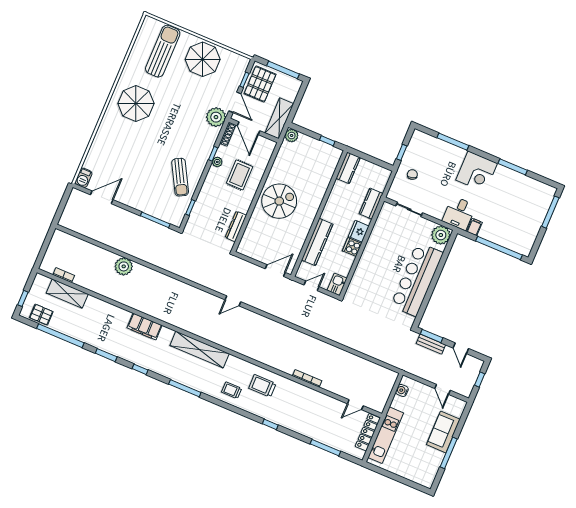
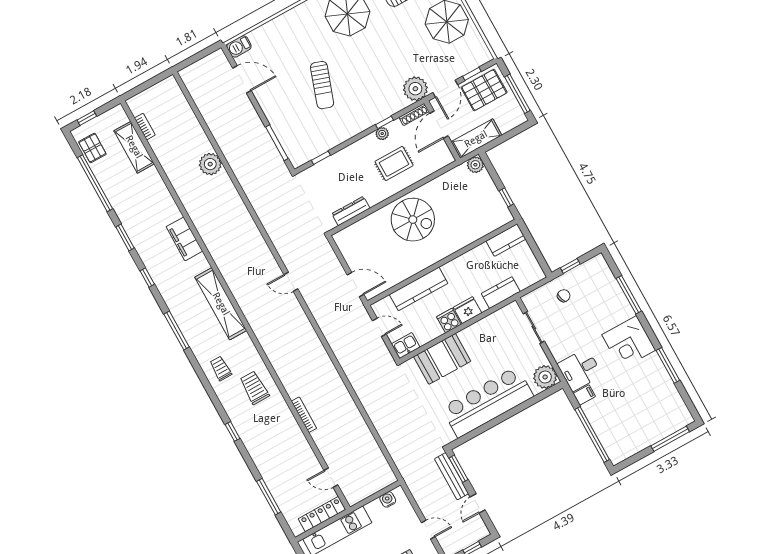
sun lounger: (180, 177) -> (322, 85), moved, turned -42
booth: (367, 275) -> (442, 359), added
bench: (431, 344) -> (452, 476), width x1.36
door: (443, 389) -> (428, 530), swing flipped

